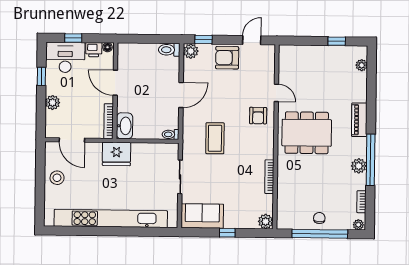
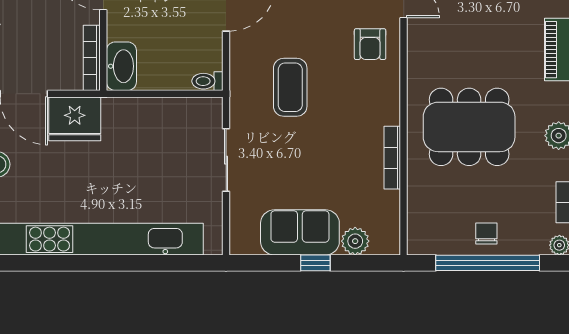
dining table: (307, 133) -> (469, 127), moved
fridge: (116, 154) -> (75, 119), moved
sofa: (202, 216) -> (300, 232), moved
plant: (266, 221) -> (355, 241), moved

